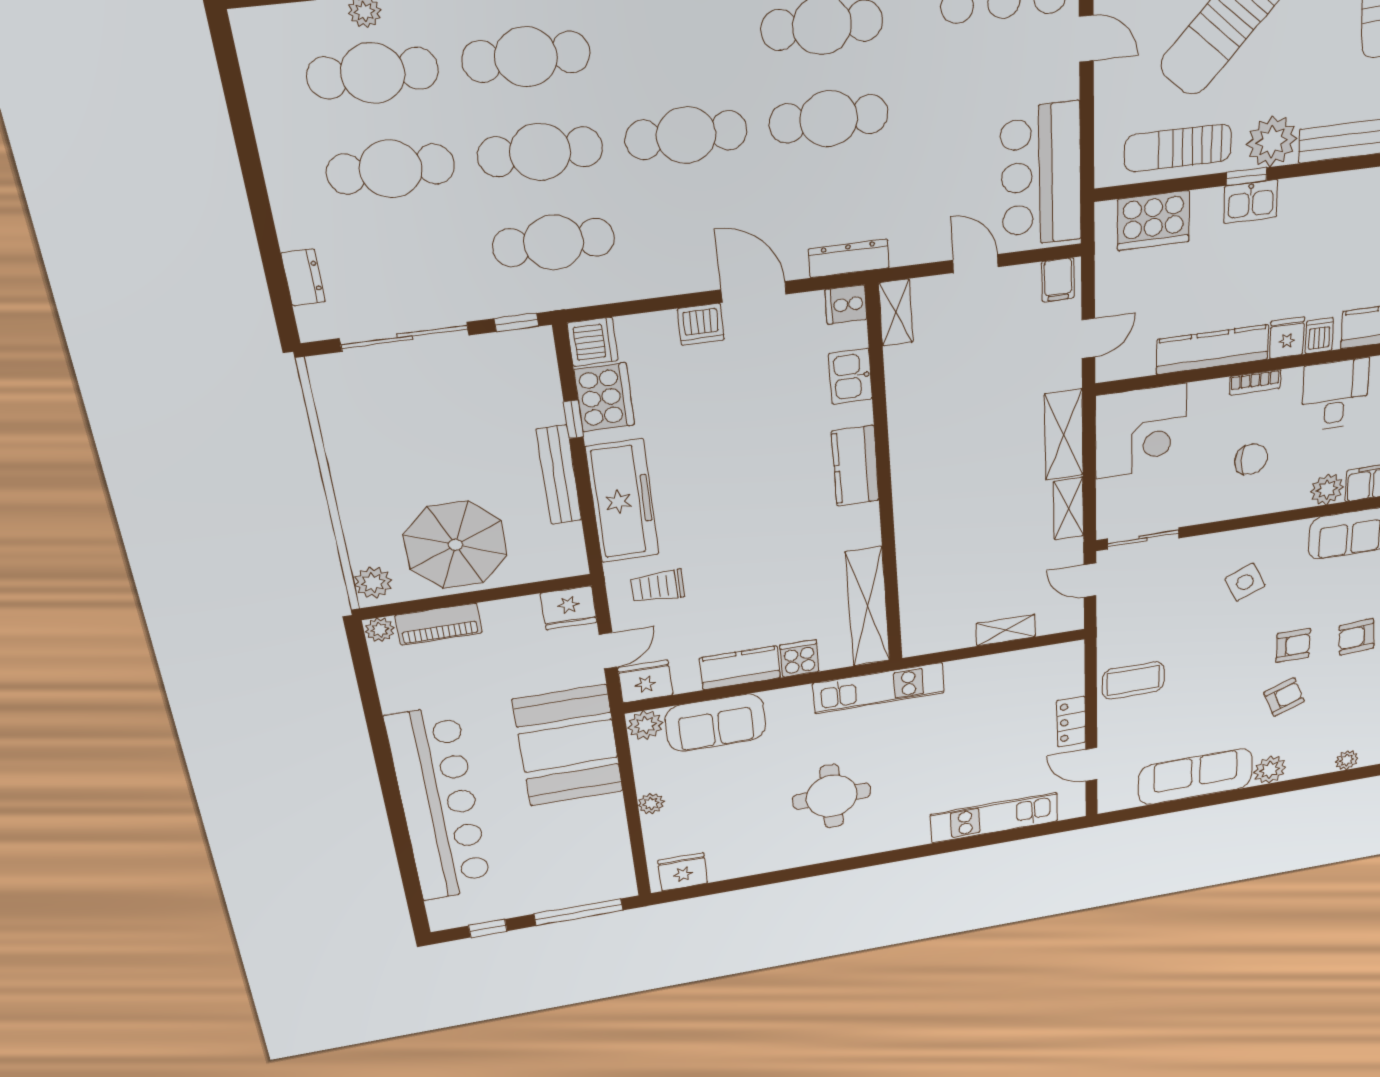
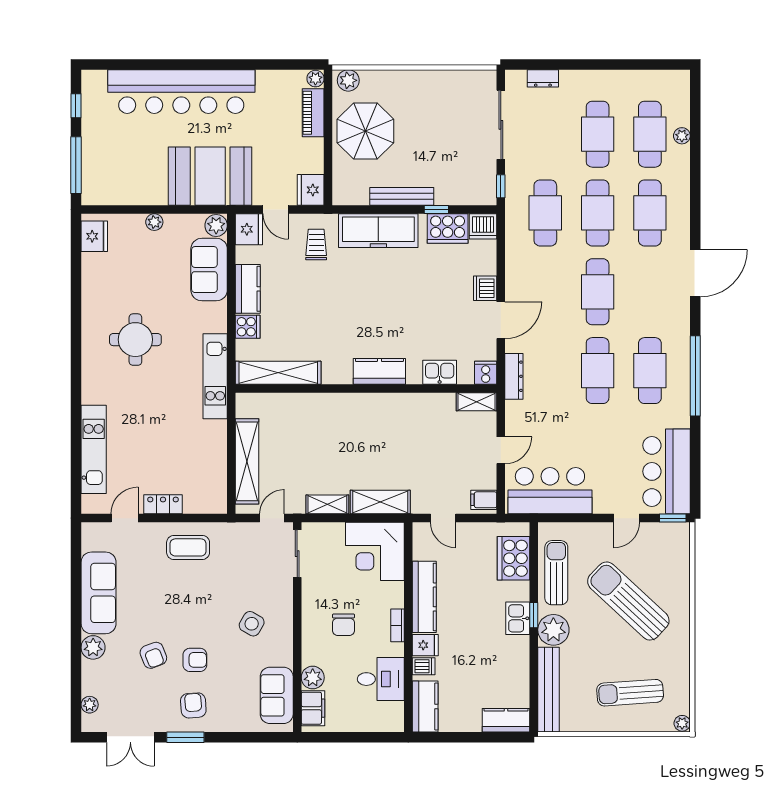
side table: (1245, 582) -> (252, 624), turned -35
shelving: (1006, 630) -> (247, 461), width x2.20, depth x1.33
armchair: (1293, 645) -> (195, 660), turned -90
coffee table: (1133, 680) -> (188, 547), turned 90

